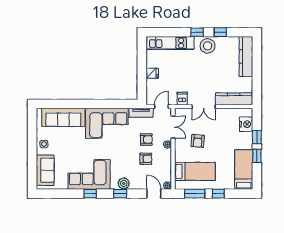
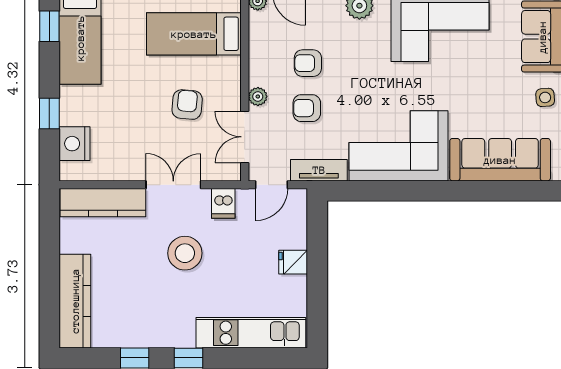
stool: (208, 46) -> (185, 253), moved
window: (257, 156) -> (49, 26), moved

